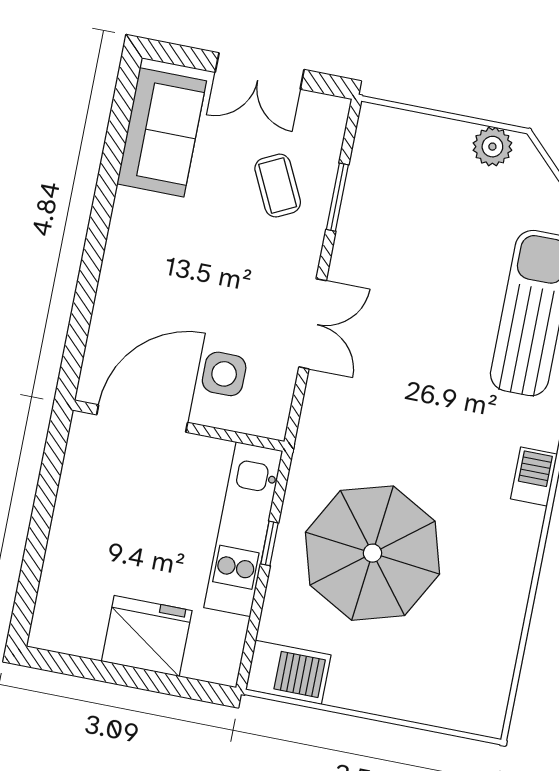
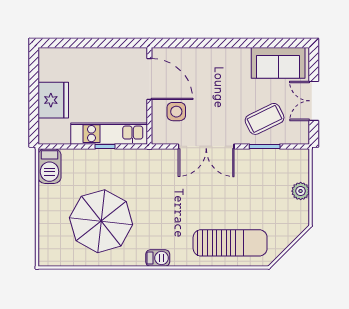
plant: (492, 147) -> (301, 191), moved
coffee table: (278, 186) -> (265, 119), width x1.36, depth x1.30
double door: (313, 324) -> (206, 146), width x1.37
parasol: (373, 553) -> (101, 221), moved

